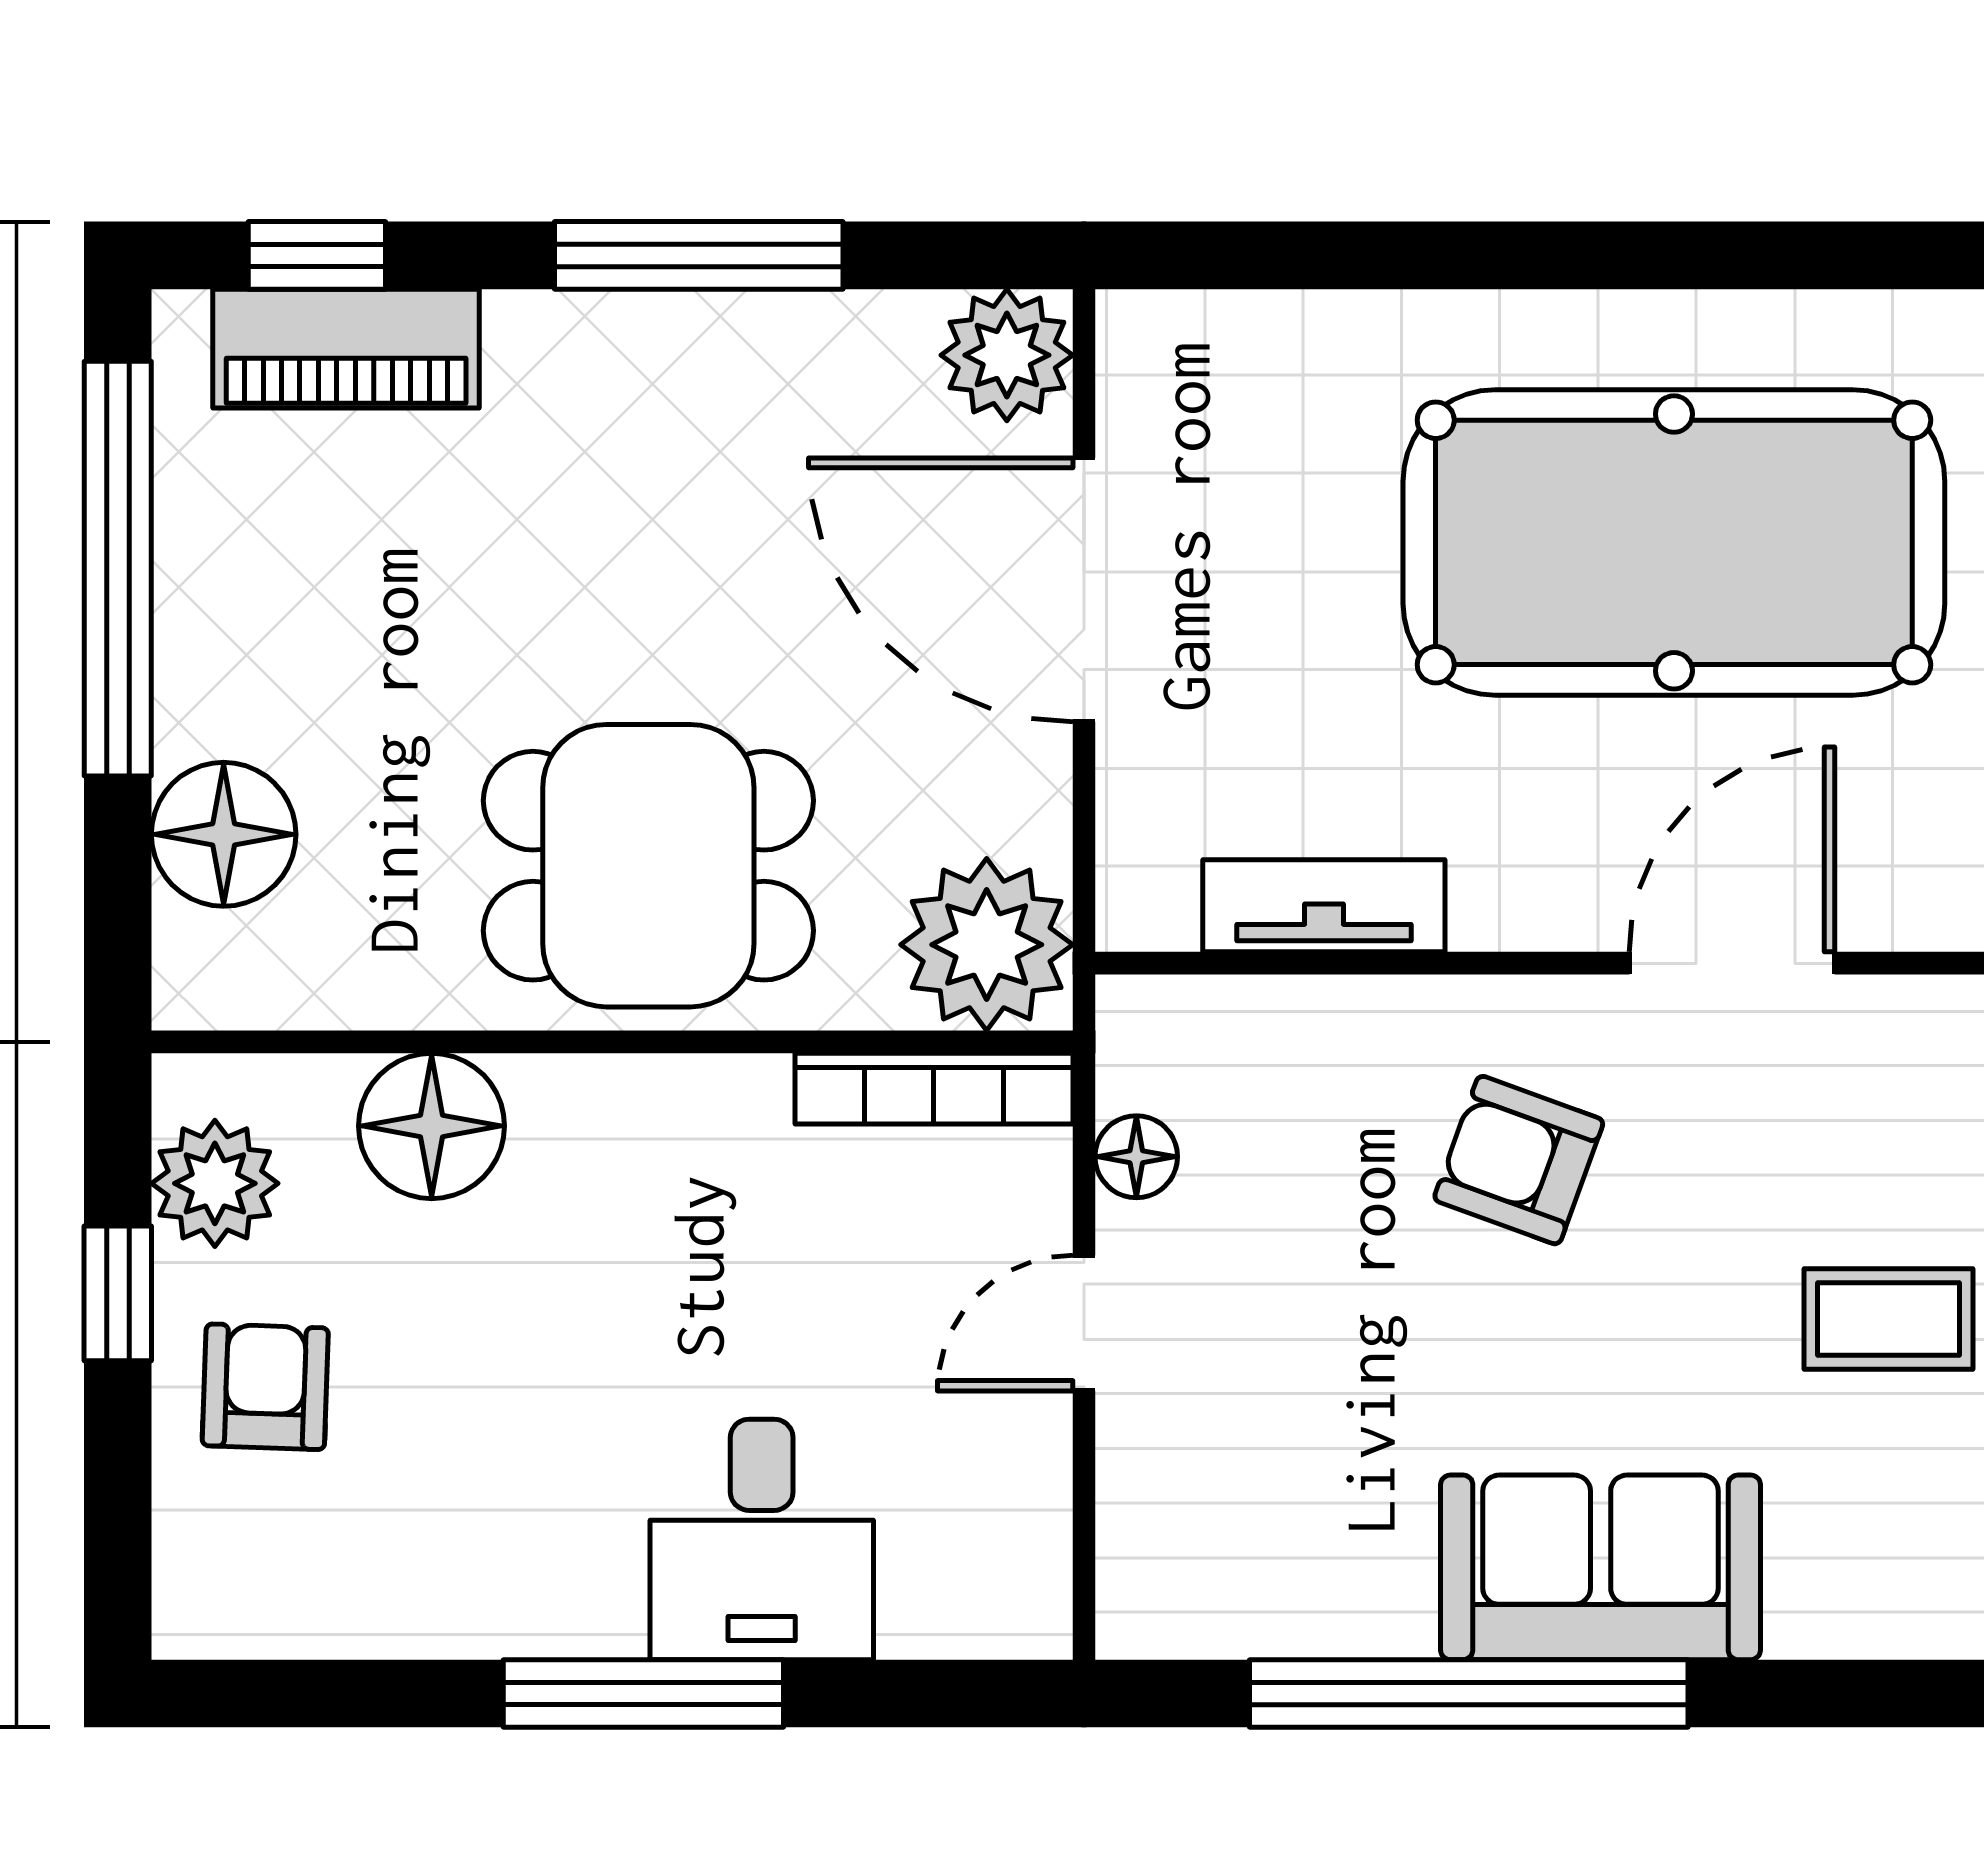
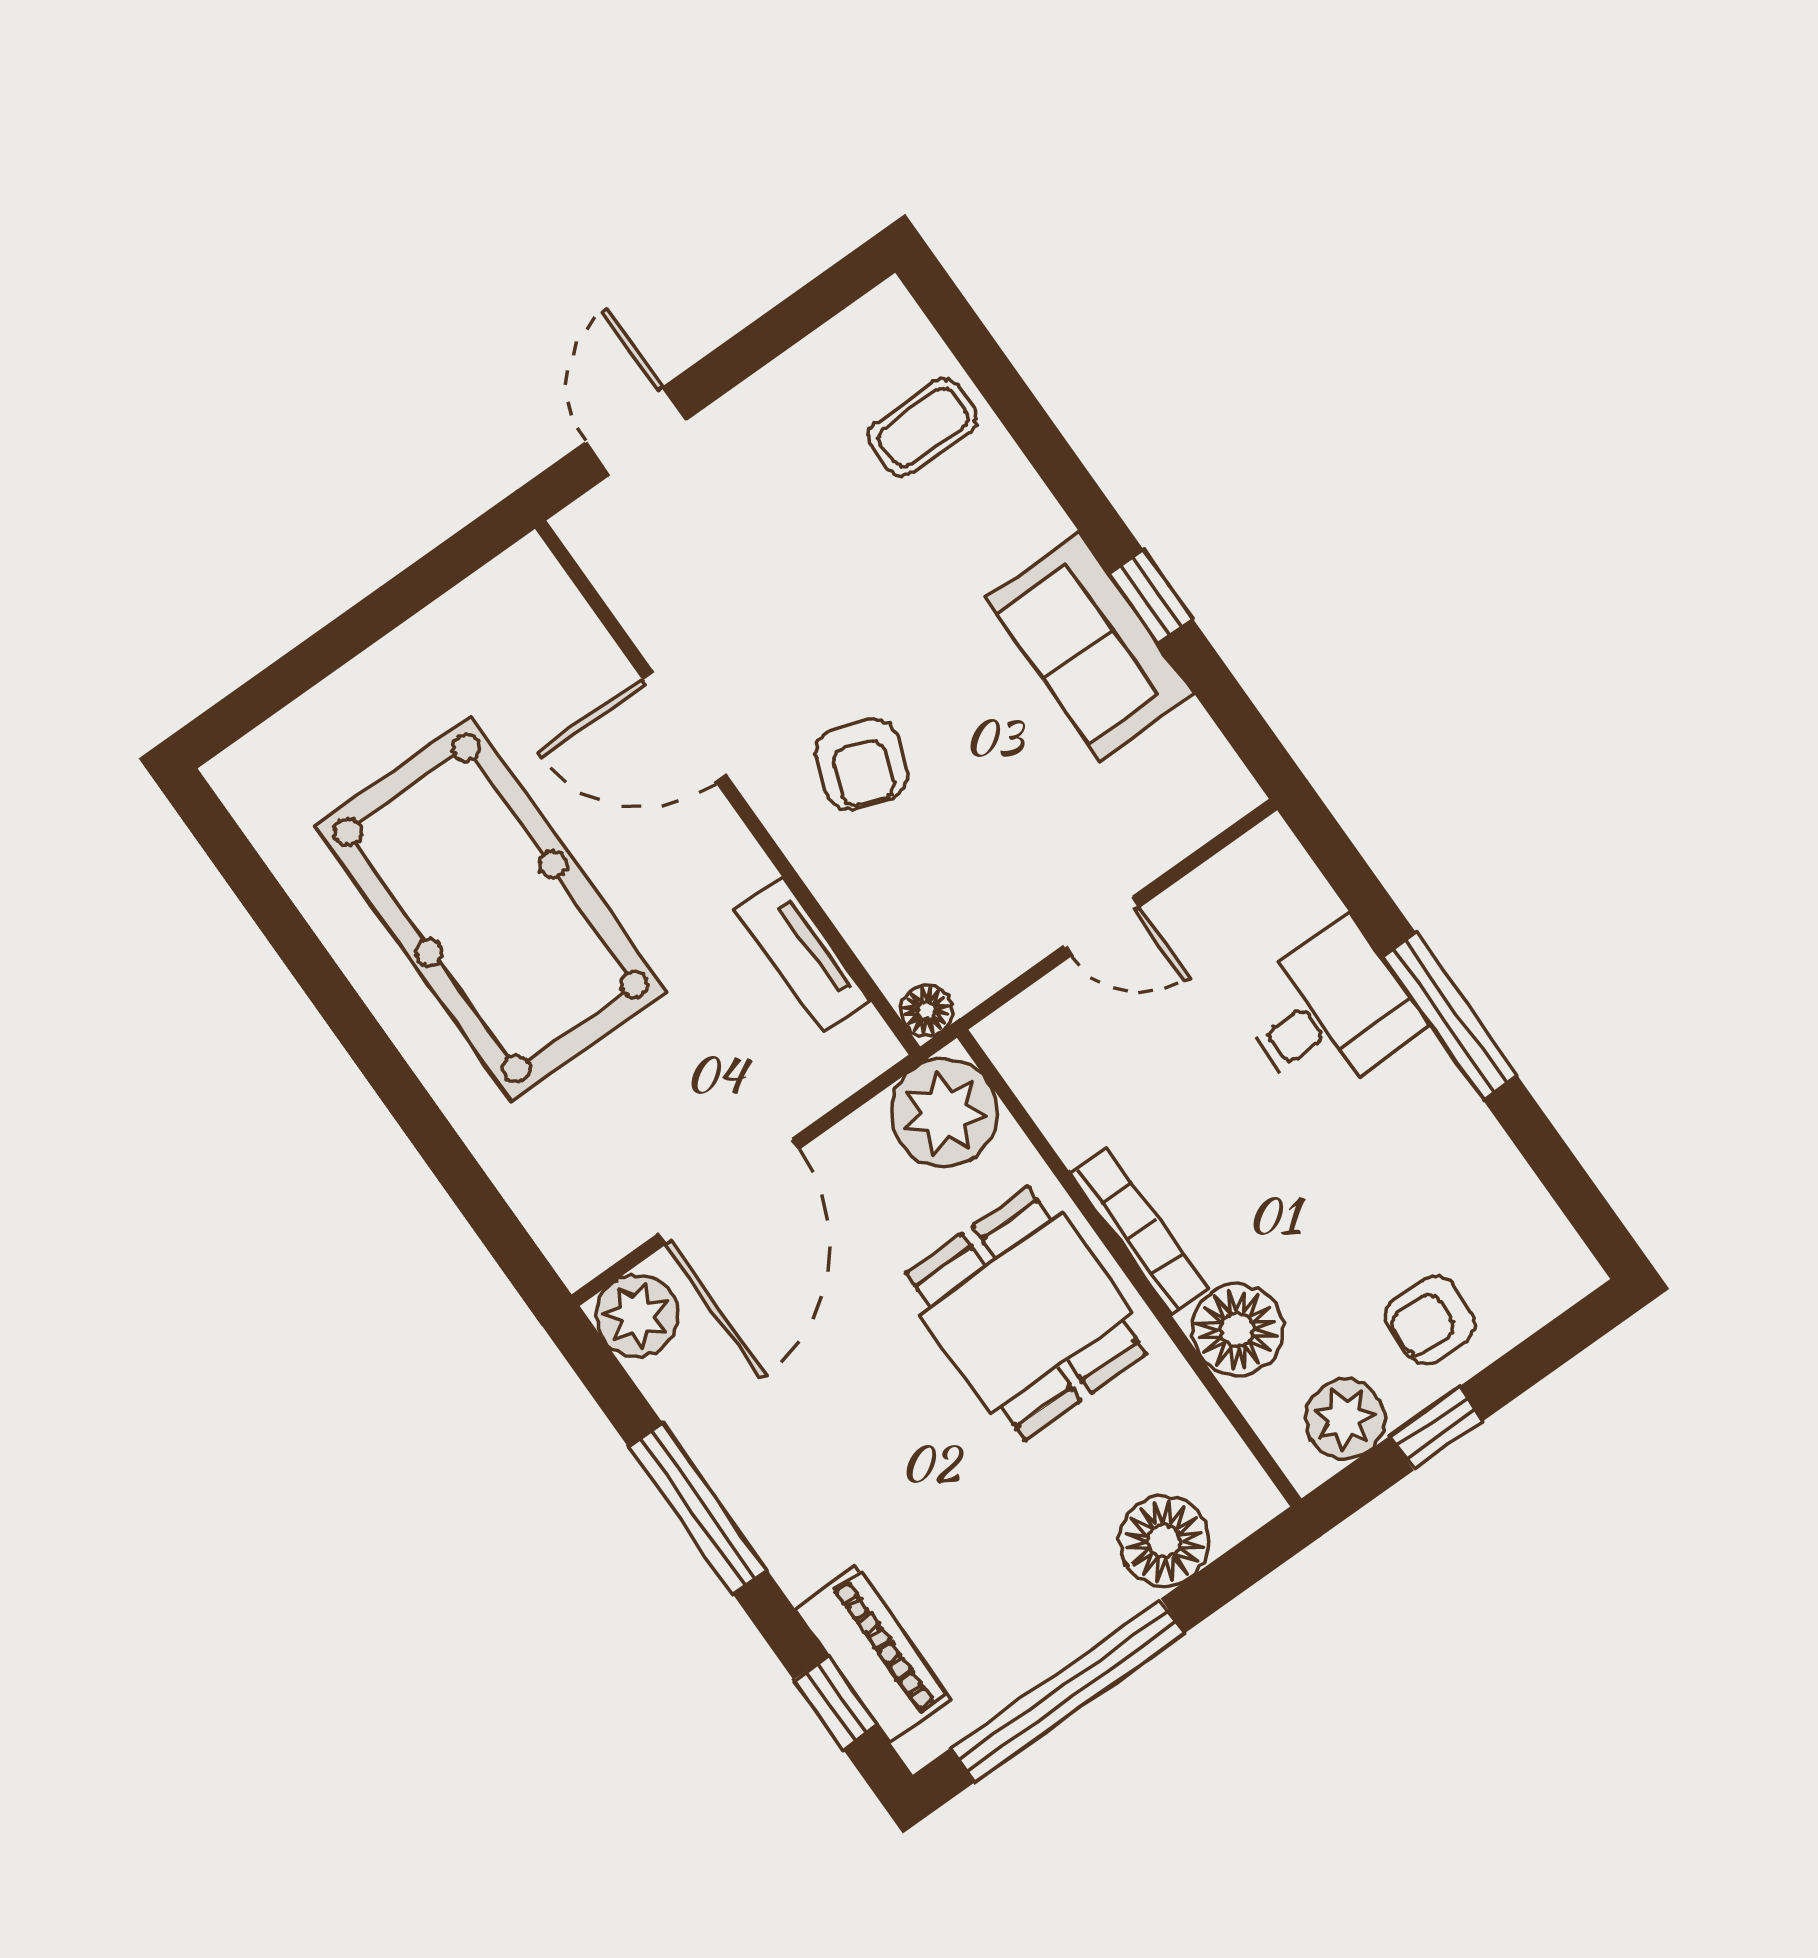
bookcase: (934, 1089) -> (1139, 1231), moved
floor lamp: (1136, 1157) -> (926, 1011), moved
coffee table: (1889, 1319) -> (923, 427), moved, turned 90
sofa: (1601, 1567) -> (1090, 646), moved
window: (1469, 1693) -> (1151, 596), width x0.32

